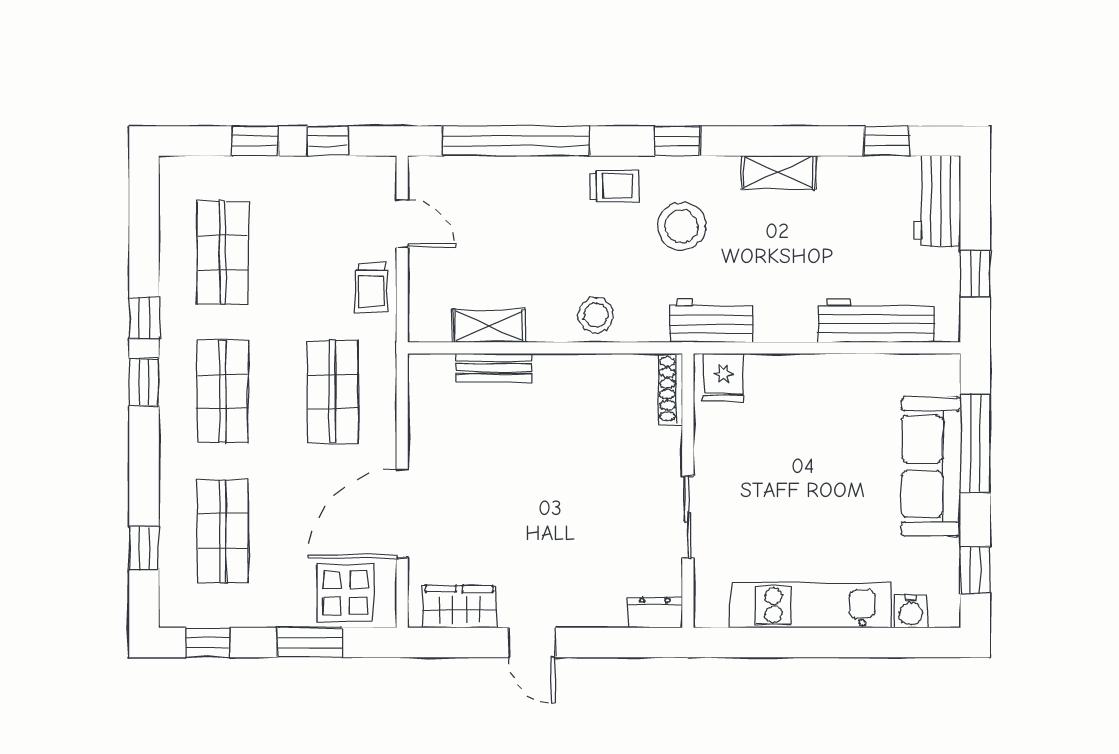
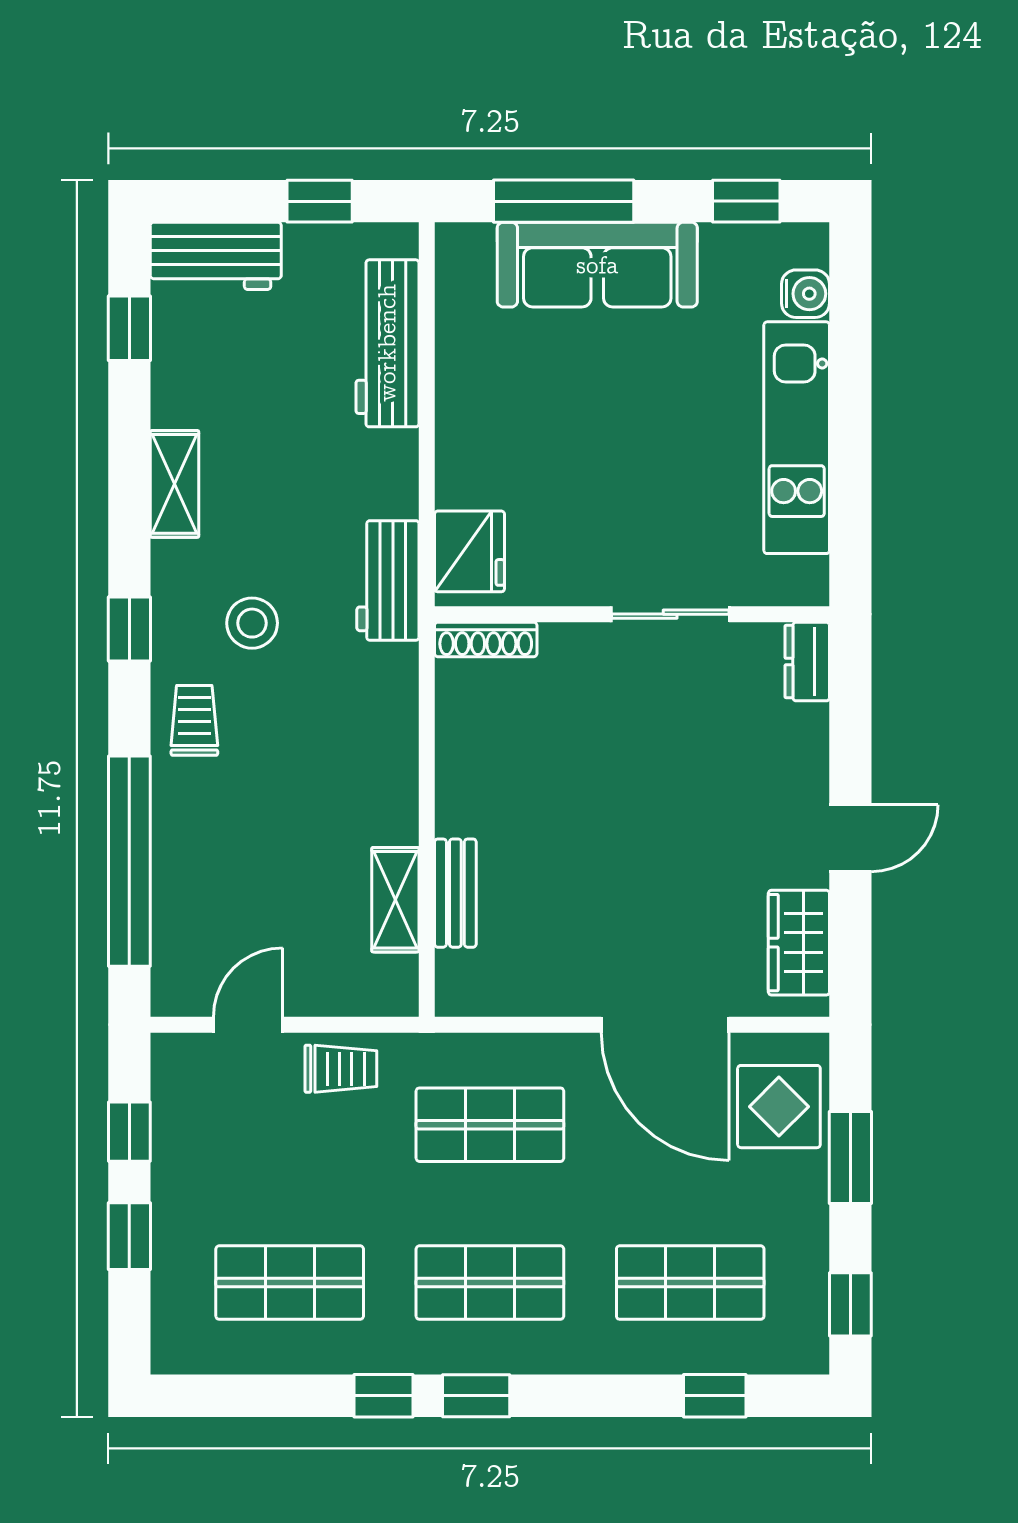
stool: (682, 226) -> (252, 623), width x0.73, depth x0.73
stool: (596, 315) -> (379, 746), removed
fridge: (724, 378) -> (470, 551), width x1.38

